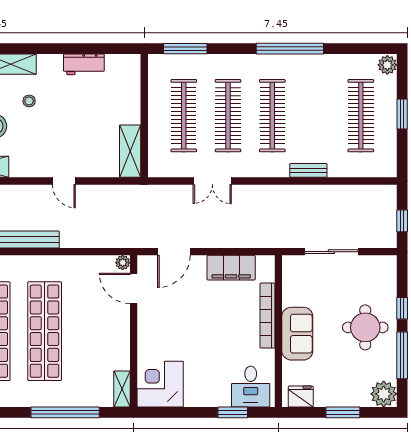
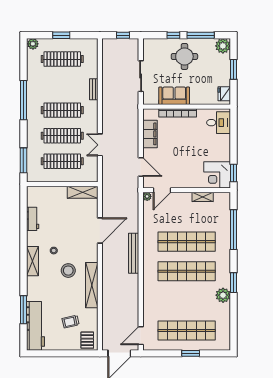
door: (64, 181) -> (100, 231), width x1.88
double door: (212, 181) -> (100, 145), swing flipped
sofa: (297, 334) -> (174, 96), moved
shelving: (122, 389) -> (203, 197), moved
window: (233, 412) -> (234, 173), moved

